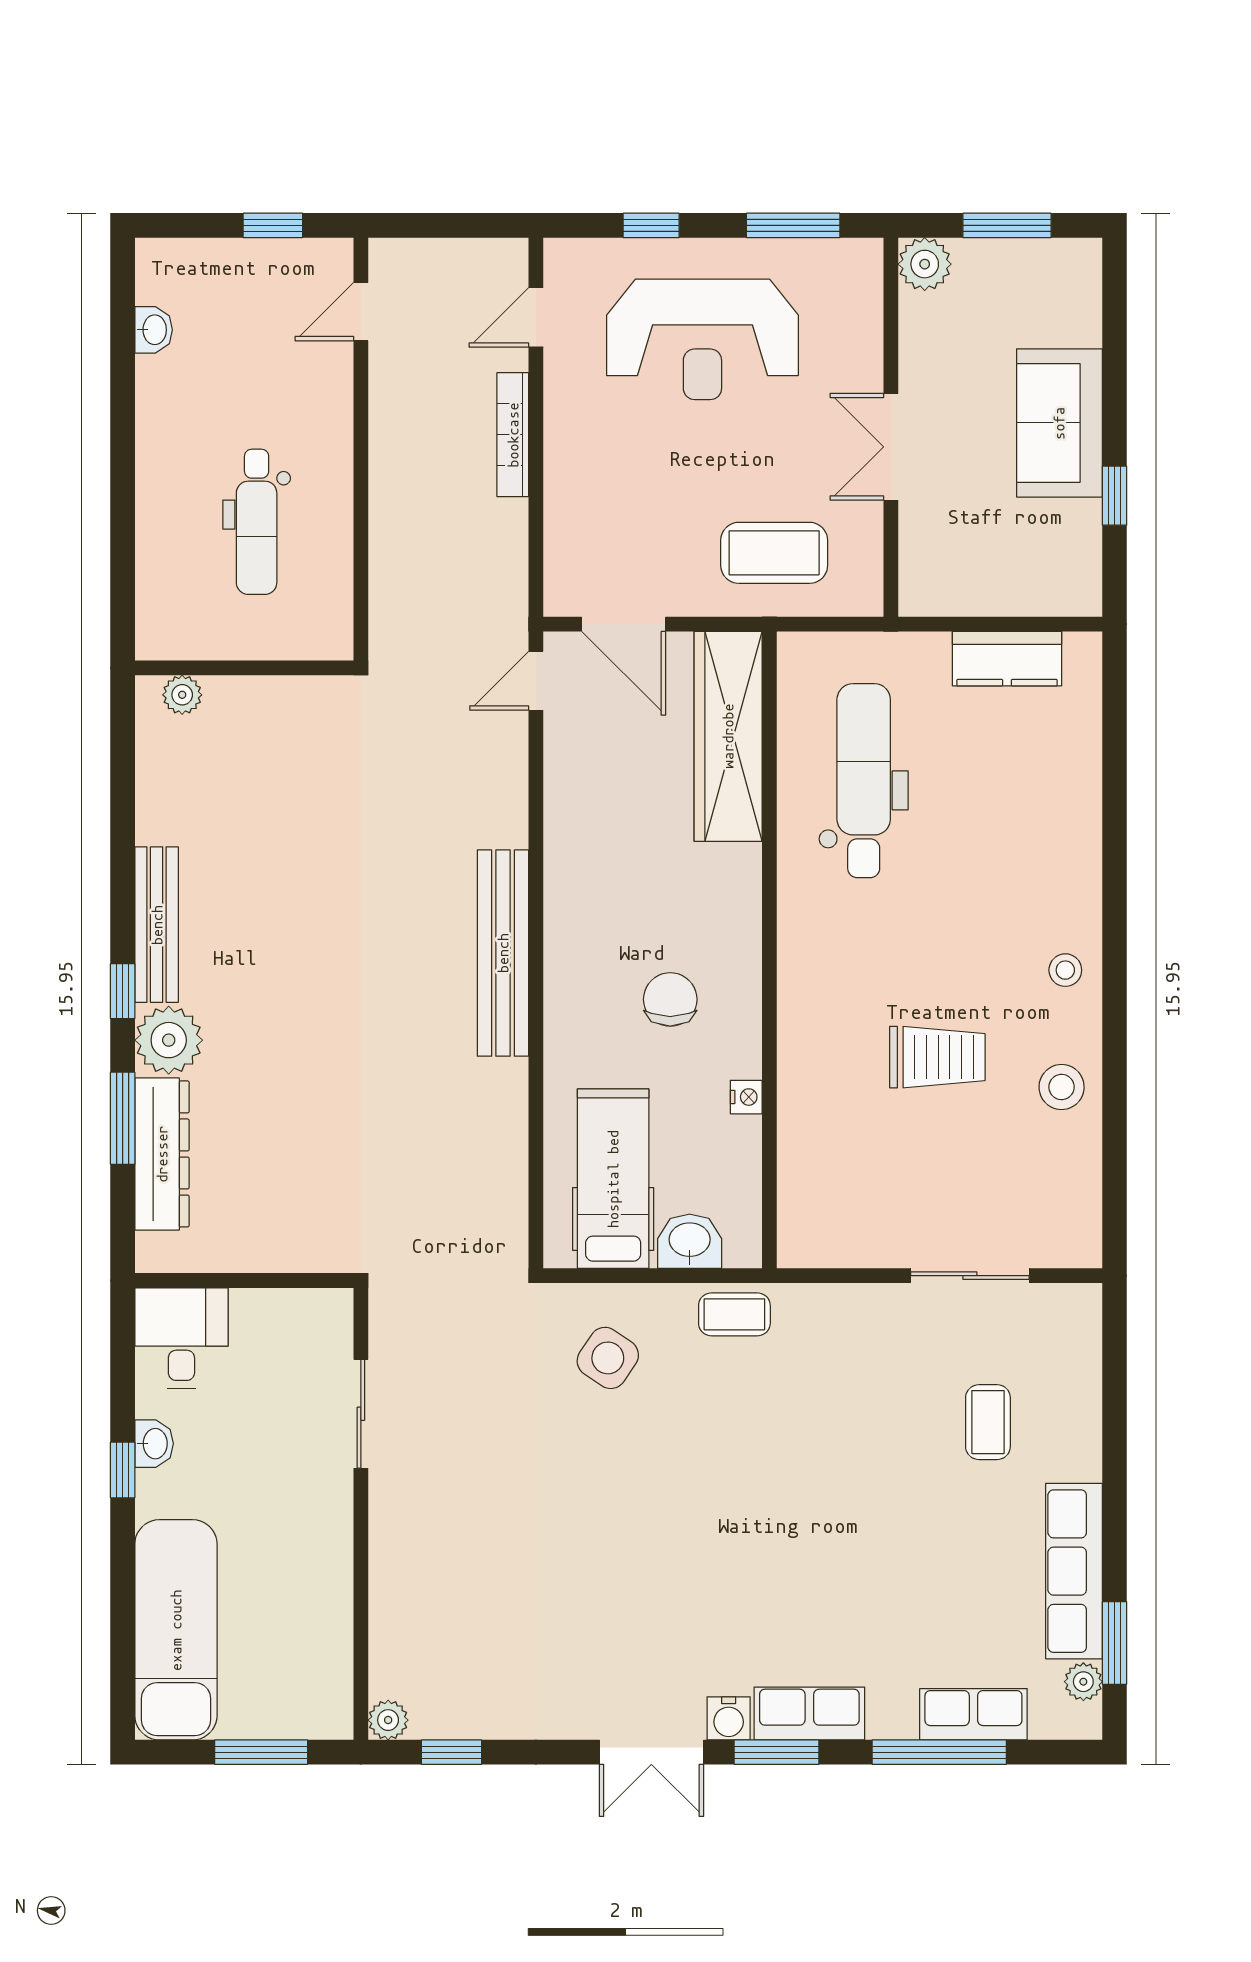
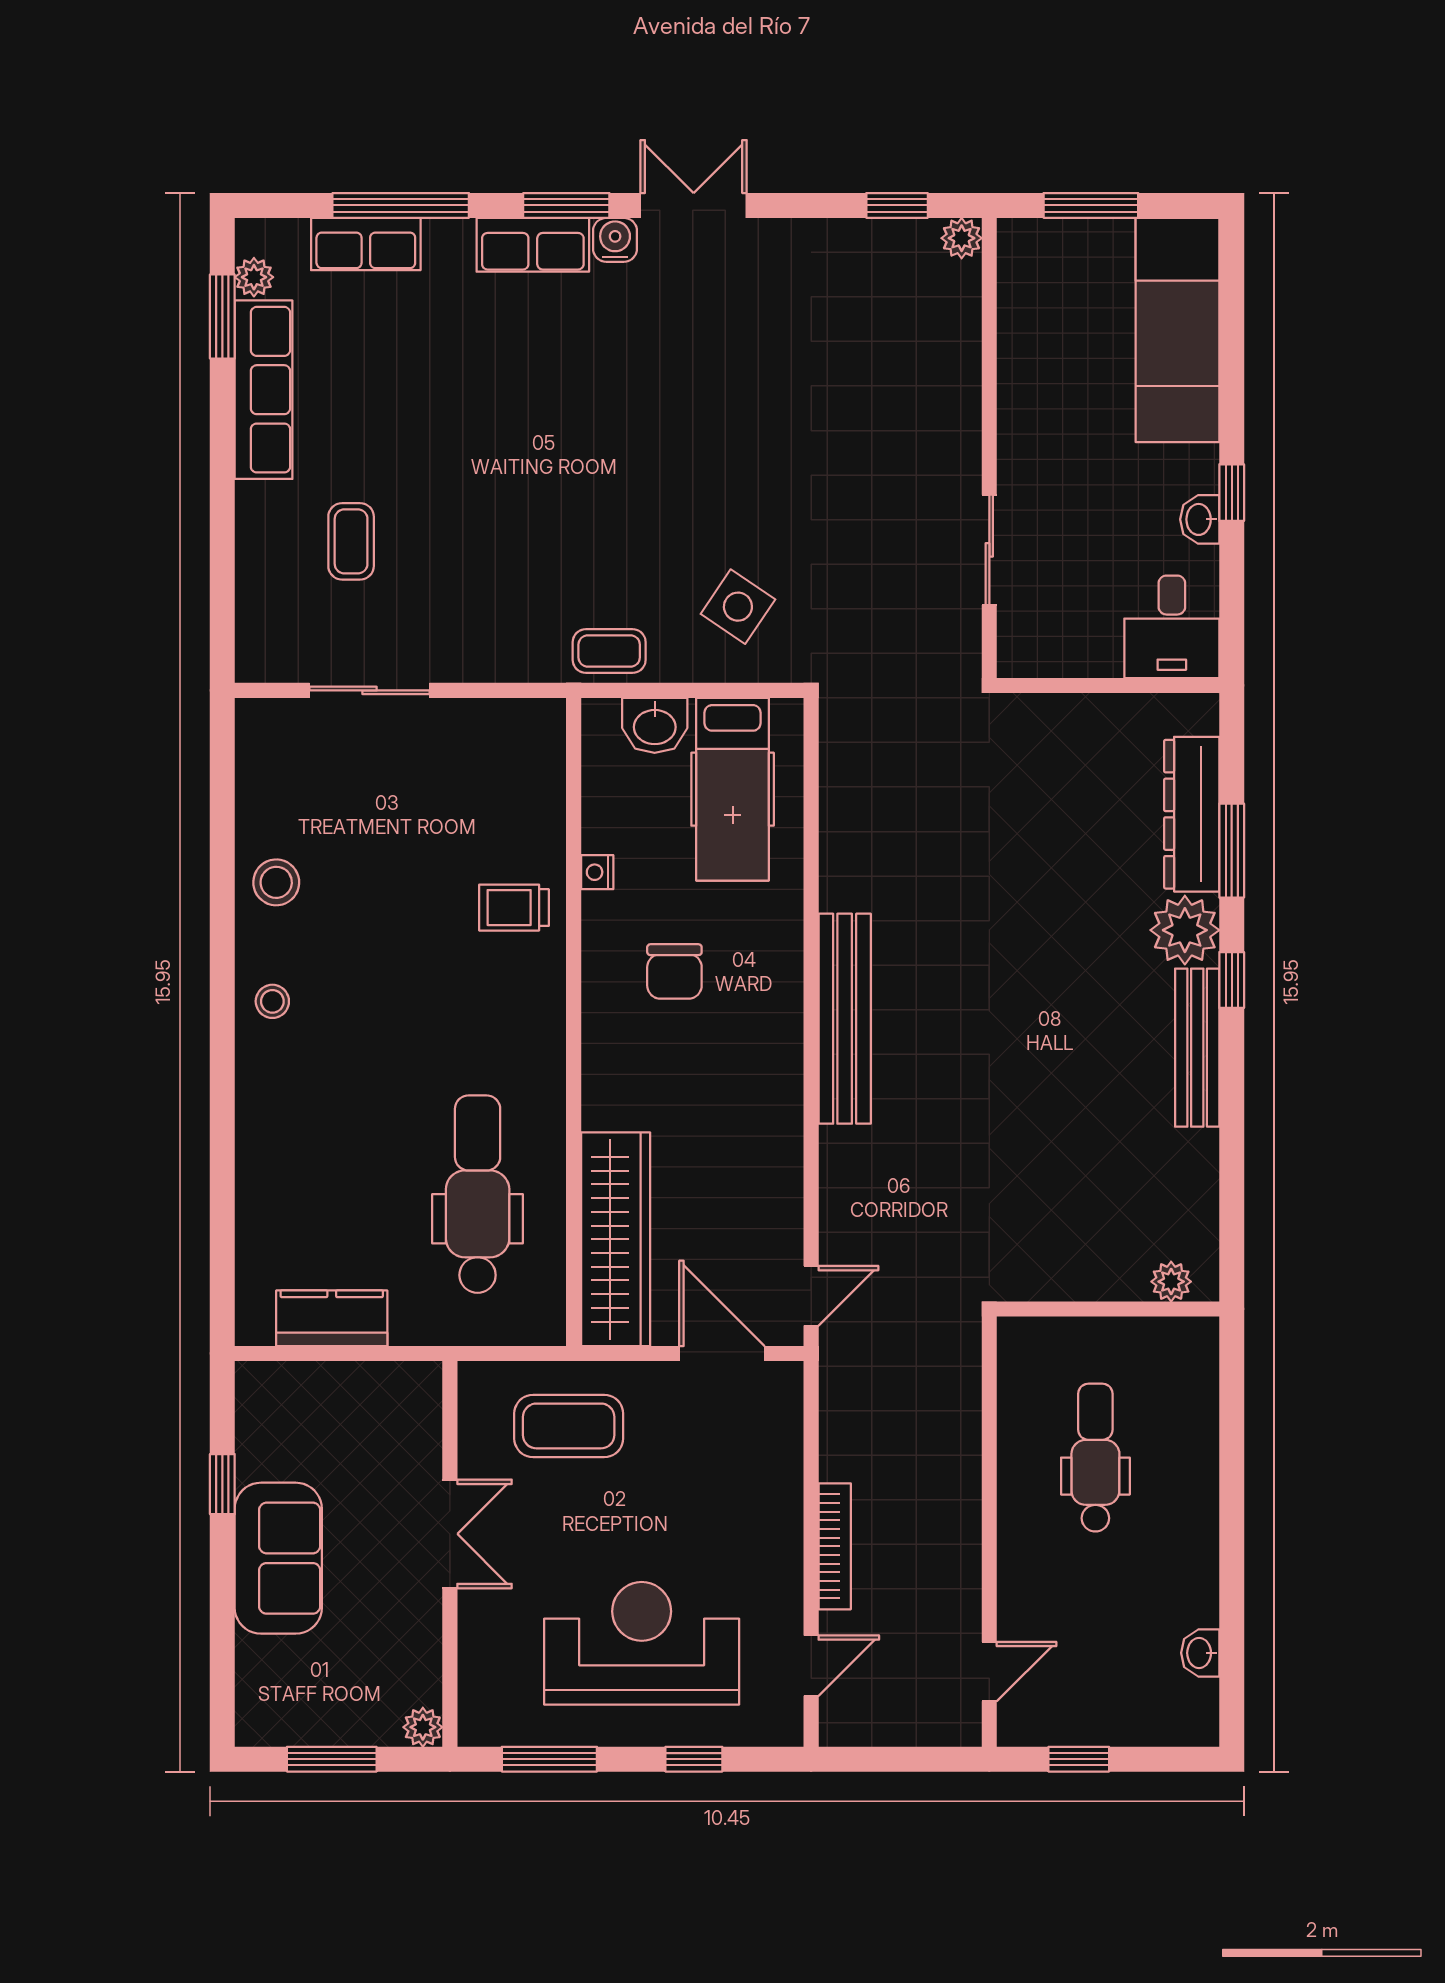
plant: (925, 264) -> (423, 1727), width x0.73, depth x0.73
dental chair: (864, 781) -> (478, 1194), turned 180
trolley: (937, 1057) -> (514, 908), moved, width x0.73, depth x0.72

